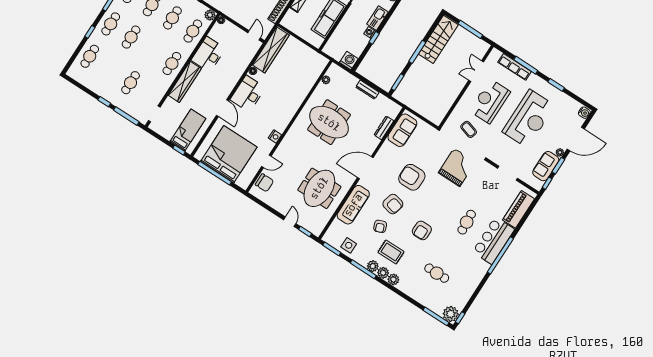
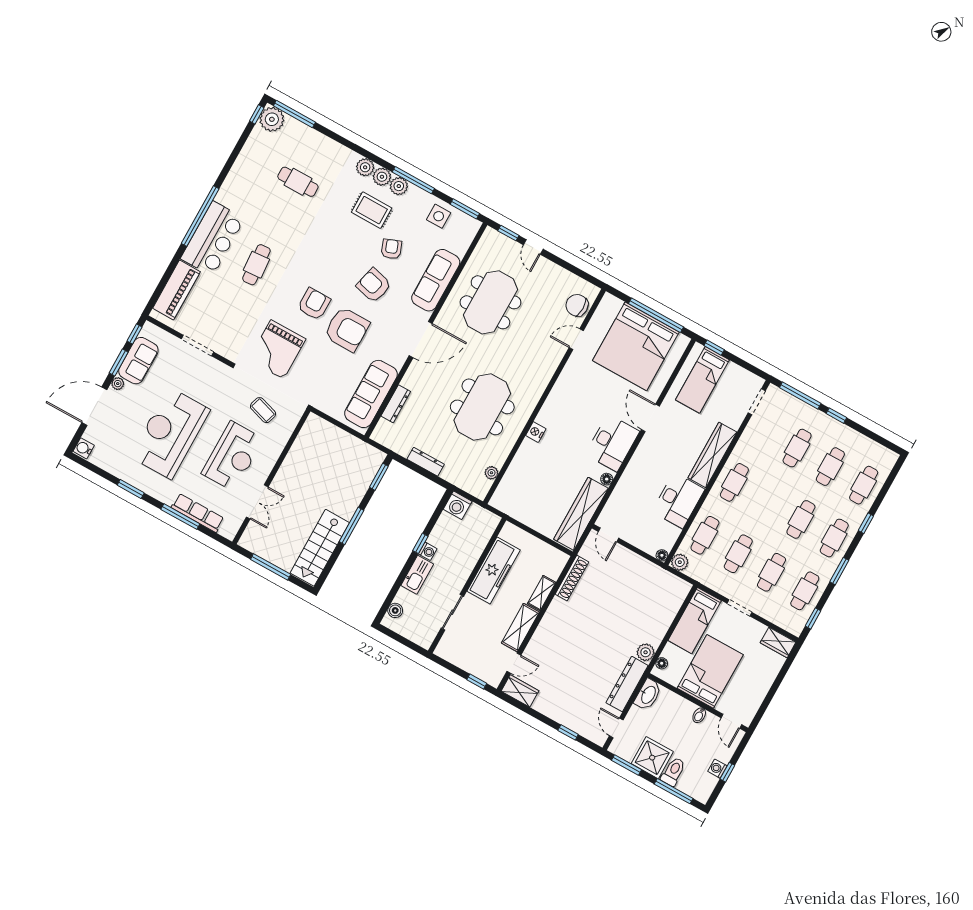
cafe table: (110, 69) -> (830, 467), added
meeting table: (329, 122) -> (482, 407), turned 90
sofa: (402, 130) -> (371, 394), width x1.36
nightstand: (275, 136) -> (536, 432), moved
armchair: (422, 230) -> (314, 304), moved

